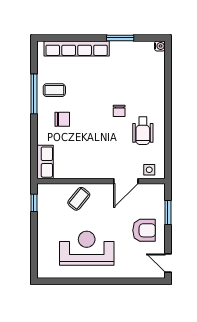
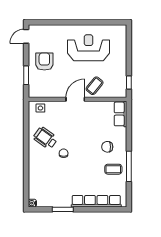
wheelchair: (143, 131) -> (45, 138), turned -54
door: (126, 181) -> (75, 99), moved
armchair: (144, 230) -> (44, 61), turned 90
reception desk: (87, 248) -> (88, 48), turned 180
door: (168, 263) -> (26, 36), swing flipped

